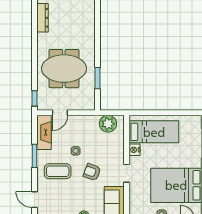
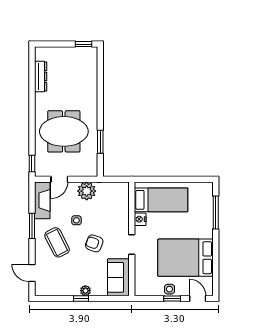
plant: (108, 124) -> (87, 191), moved
coffee table: (58, 171) -> (57, 242), turned 63

